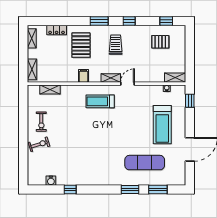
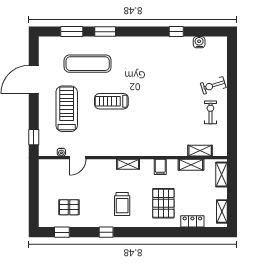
window: (99, 21) -> (142, 232), removed
shelving: (175, 78) -> (191, 165), moved
door: (127, 84) -> (78, 158), moved
treadmill: (100, 101) -> (111, 101), moved, turned 180

